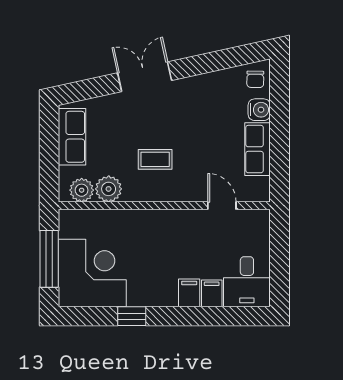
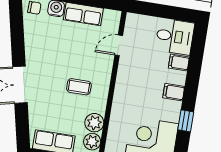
coffee table: (155, 159) -> (79, 87), turned 90
filing cabinet: (189, 293) -> (174, 92), moved

